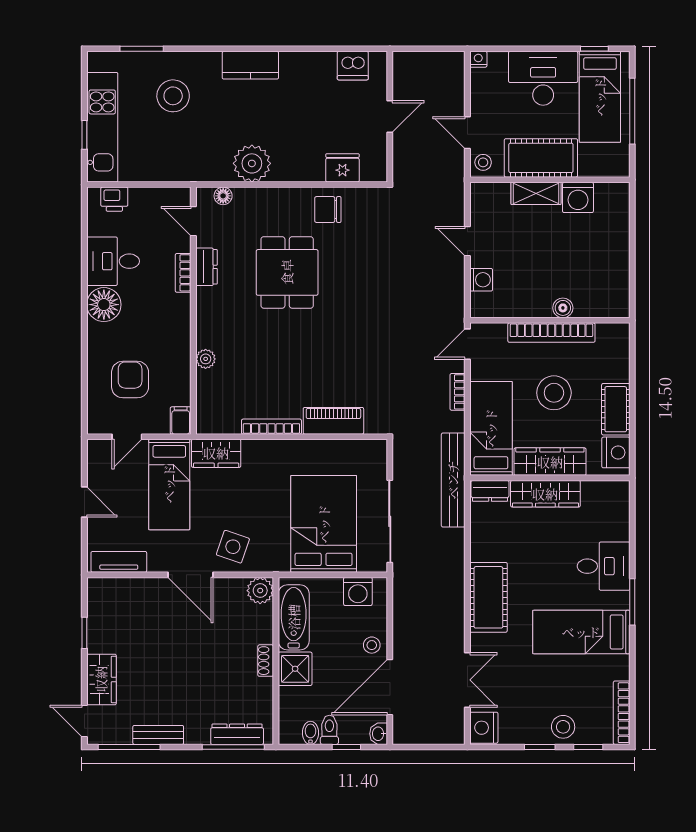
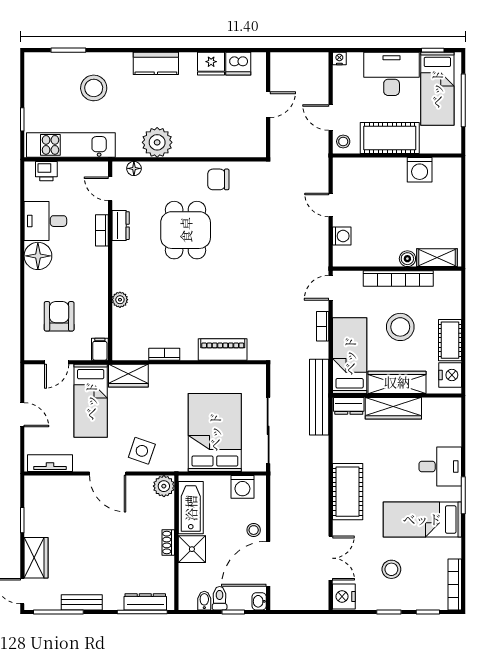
kitchen unit: (102, 127) -> (71, 145), moved, turned -90
fridge: (342, 168) -> (211, 64), moved, turned 180
shelving: (536, 193) -> (437, 258), moved
bookcase: (271, 427) -> (164, 354), width x0.64
stool: (563, 727) -> (391, 569), moved

